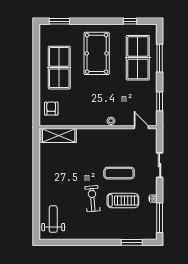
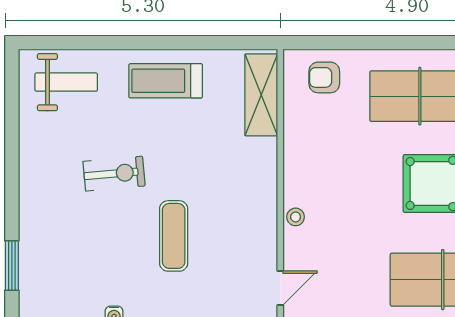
armchair: (51, 109) -> (324, 77), turned 180
treadmill: (123, 201) -> (166, 81), moved, turned 90

